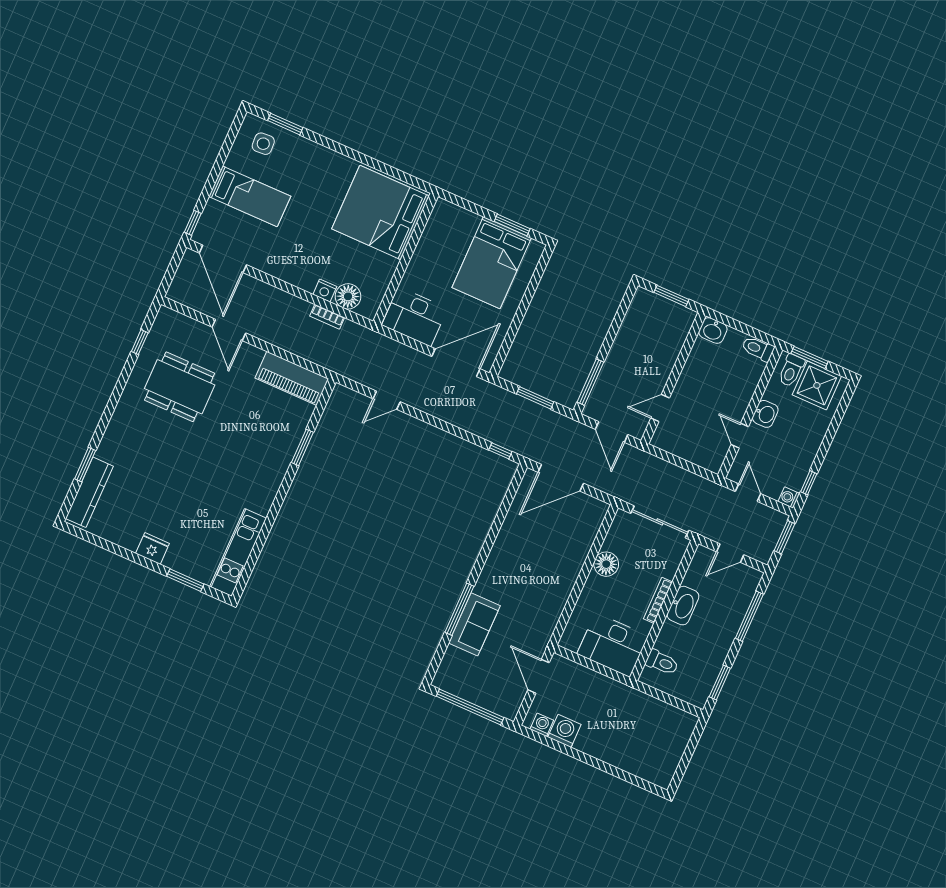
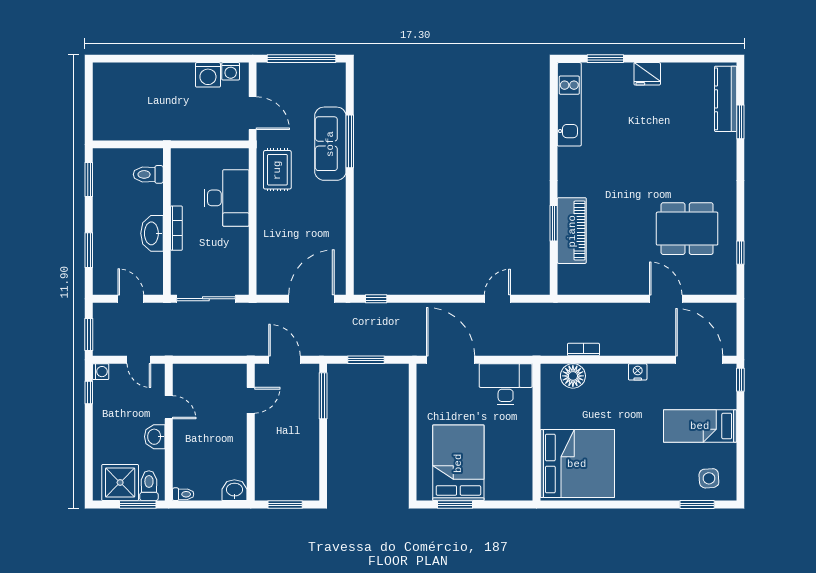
nightstand: (325, 291) -> (638, 372), moved
toilet: (758, 349) -> (183, 494), width x0.73, depth x0.72
door: (456, 363) -> (451, 360), swing flipped
piano: (292, 378) -> (572, 231), moved, turned 90
door: (730, 553) -> (131, 299), hinge flipped
floor lamp: (606, 564) -> (237, 240), removed
rug: (539, 613) -> (277, 170), added
window: (749, 616) -> (89, 250), width x0.69
sofa: (474, 624) -> (330, 144), width x1.36
desk: (613, 645) -> (226, 198), moved, turned 90

